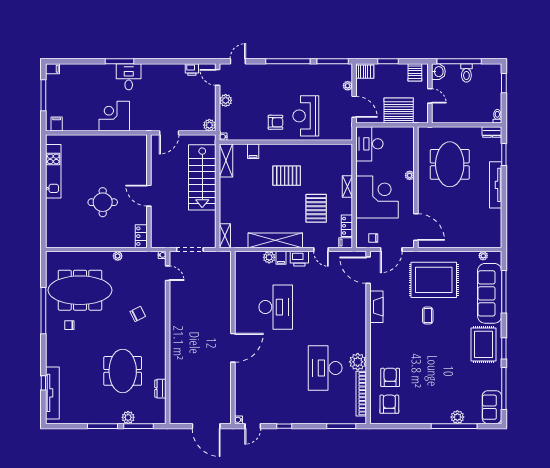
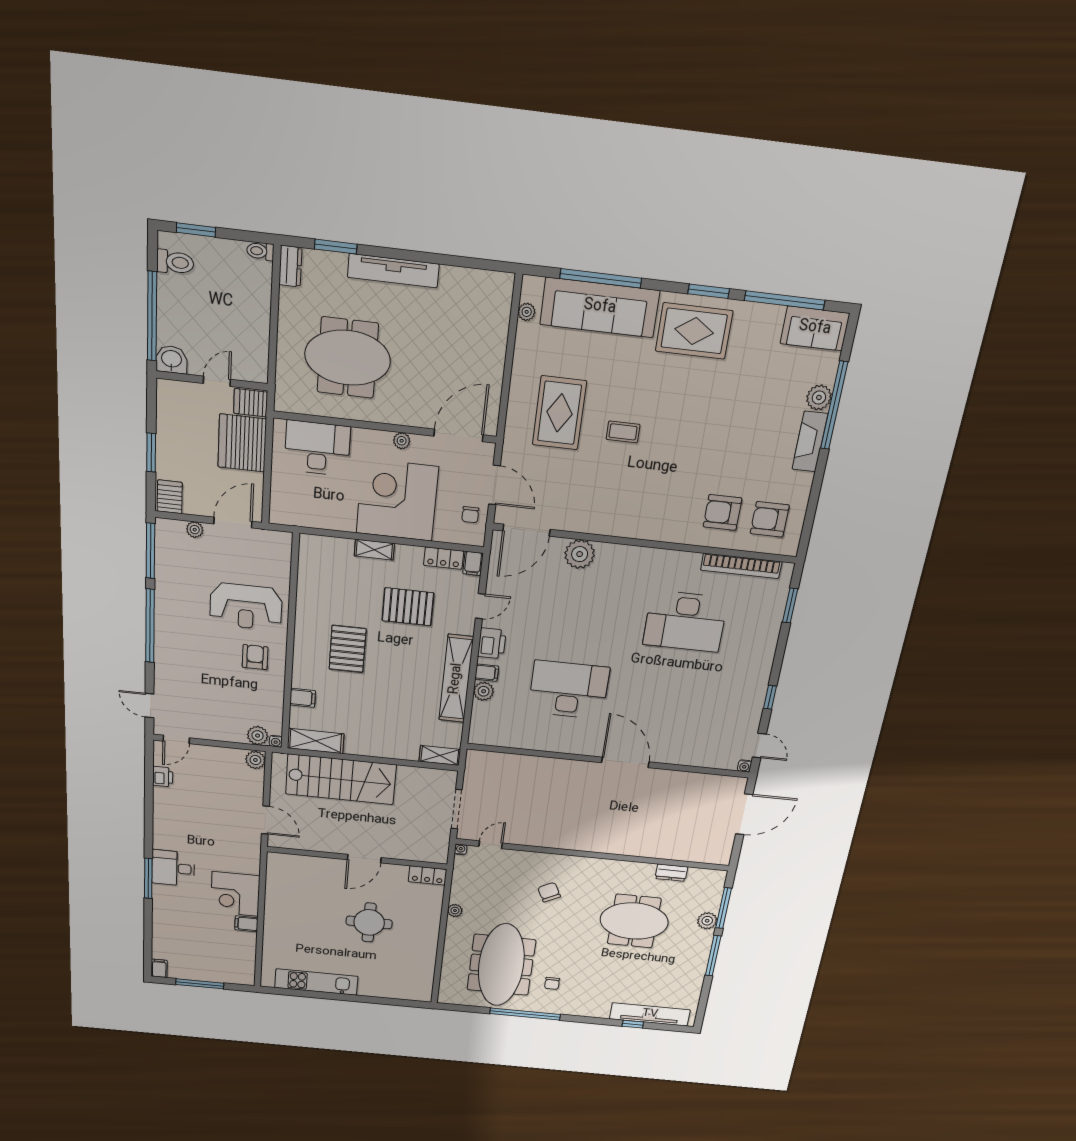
server rack: (415, 72) -> (251, 403), moved, turned 180
toilet: (466, 73) -> (175, 262), moved
plant: (226, 100) -> (258, 736), moved
filing cabinet: (57, 124) -> (246, 924), moved
desk: (369, 144) -> (317, 448), moved, turned 180
plant: (410, 175) -> (402, 441), moved
rug: (434, 280) -> (559, 413), width x0.73, depth x0.69
fireplace: (376, 307) -> (810, 441), moved, turned -90
plant: (358, 362) -> (580, 554), moved
window: (341, 426) -> (790, 605), width x0.69

